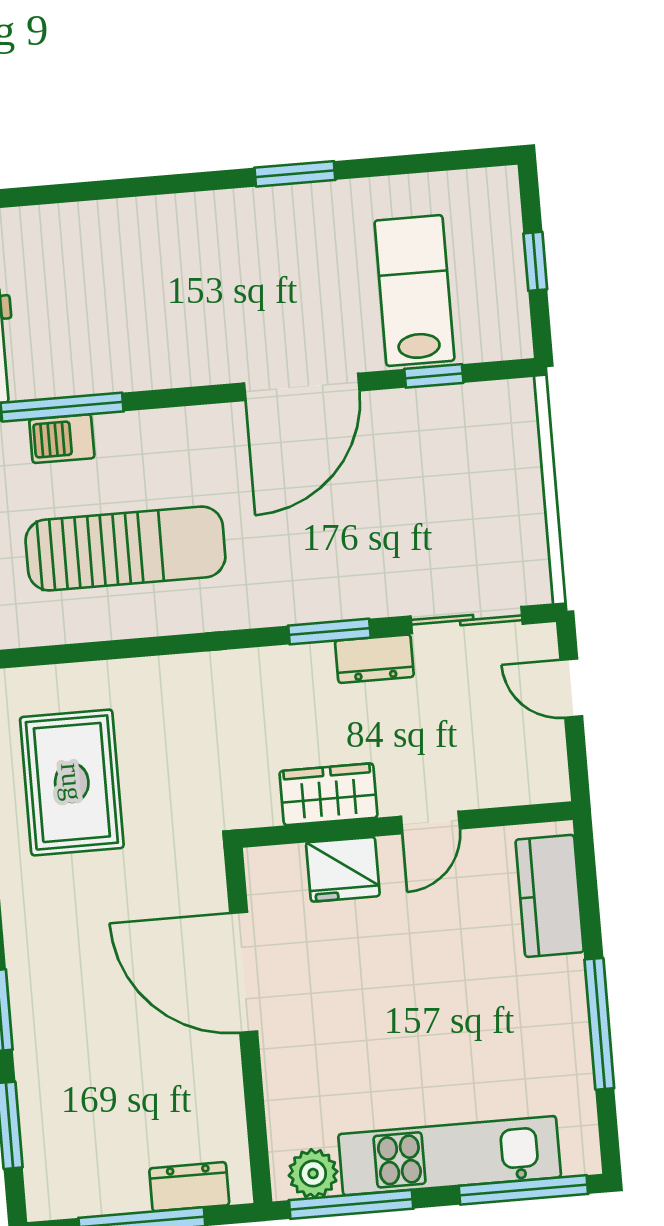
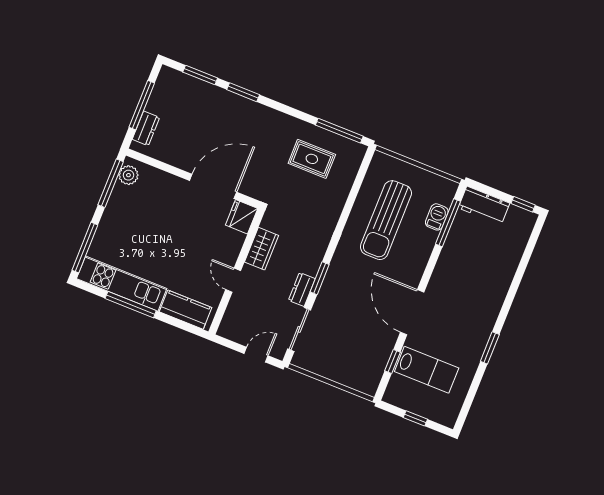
rug: (72, 782) -> (312, 159), width x0.73, depth x0.70
fridge: (343, 869) -> (242, 217), moved
kitchen unit: (450, 1156) -> (122, 284), moved, turned -90

